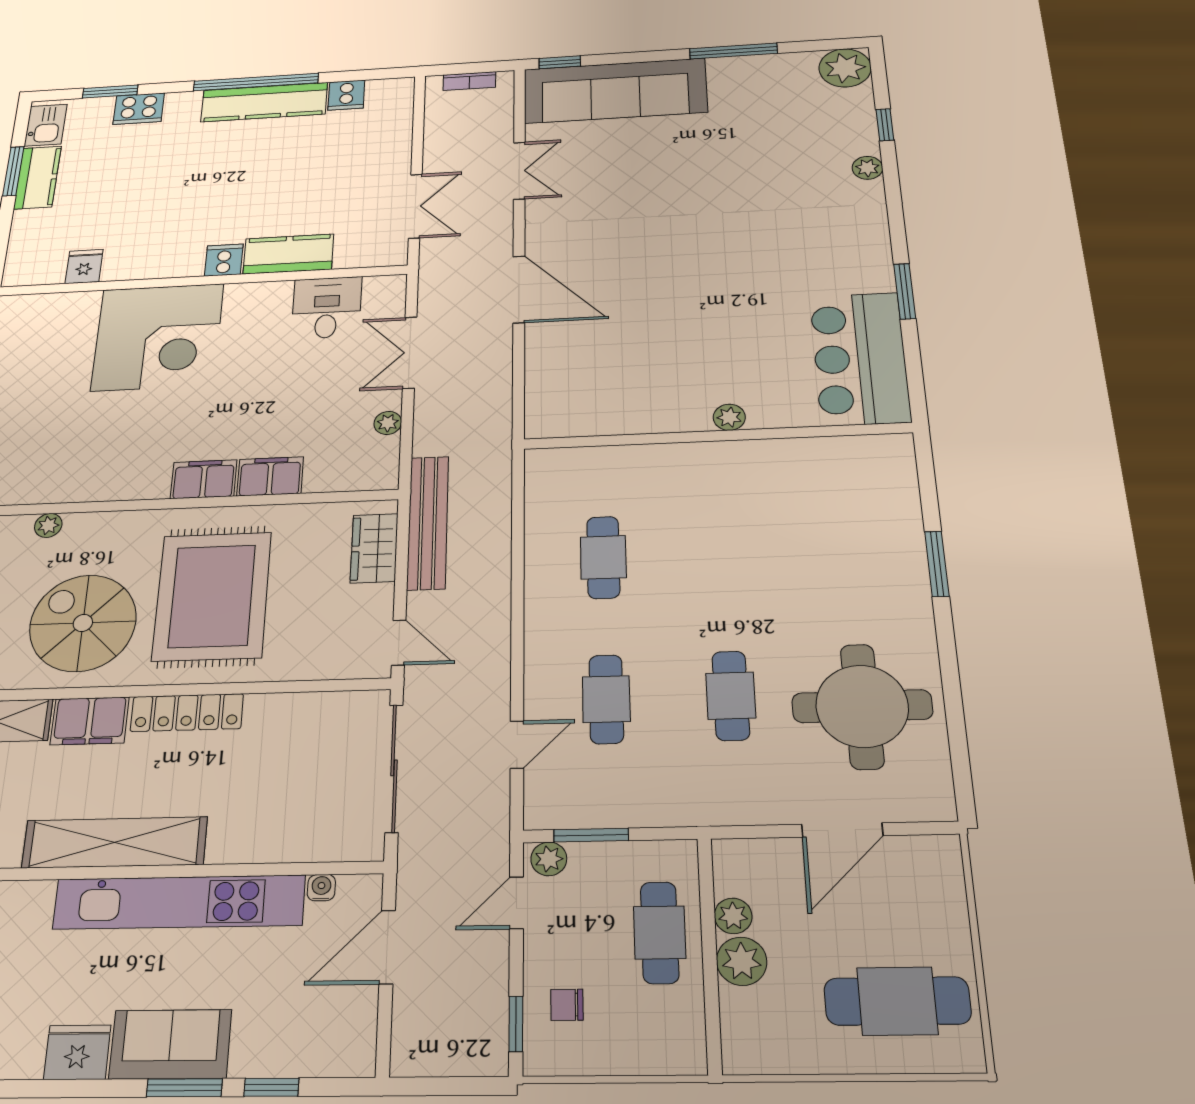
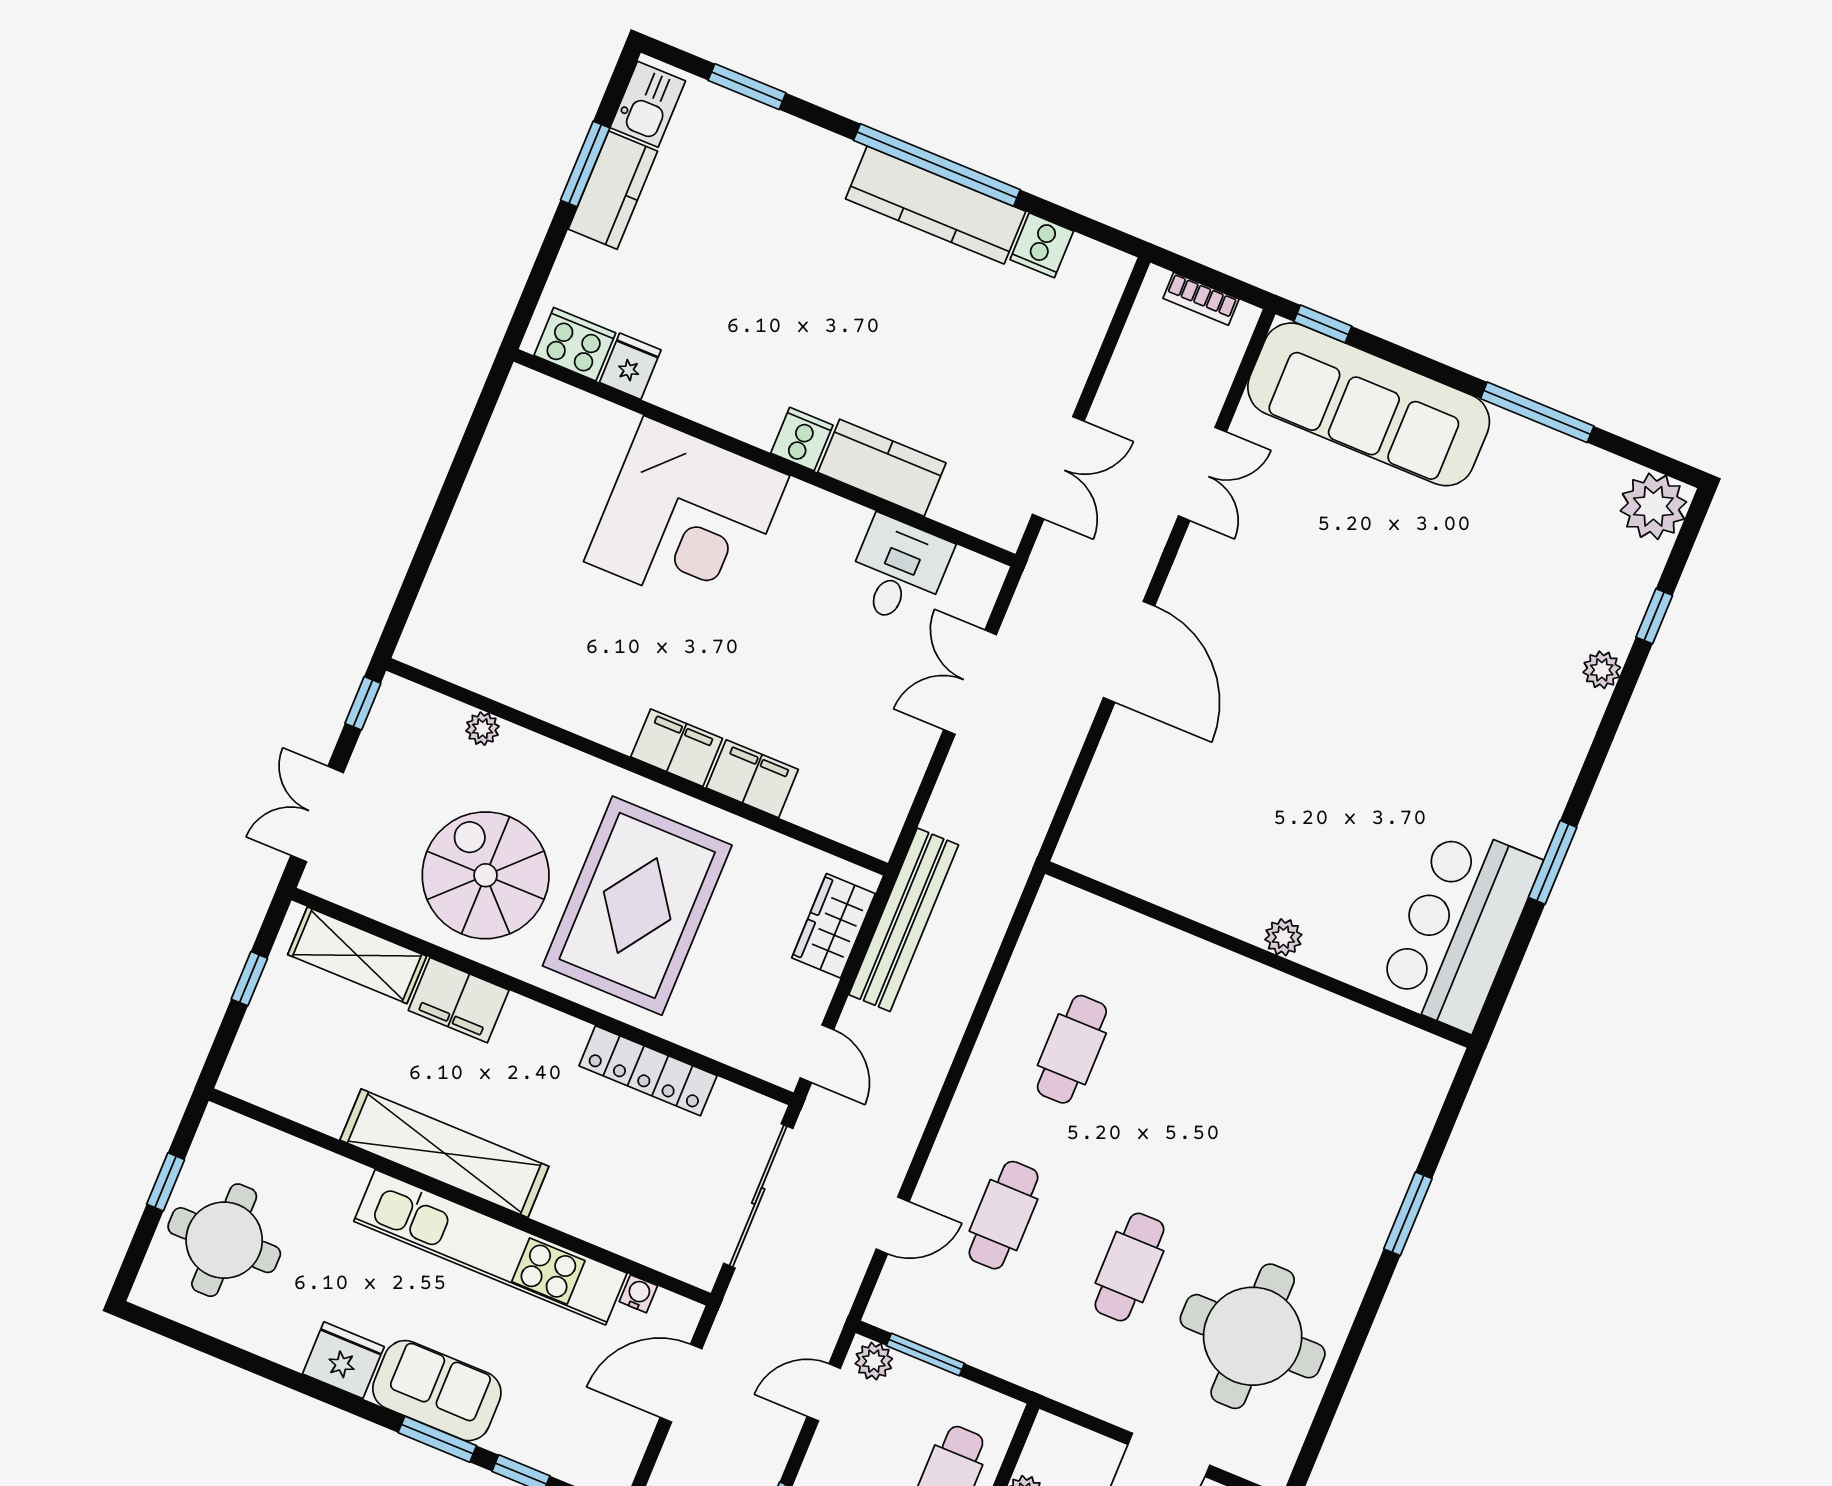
cooker: (139, 109) -> (575, 344), moved, turned 180
plant: (388, 423) -> (909, 768), removed
locker: (187, 713) -> (648, 1071), moved

